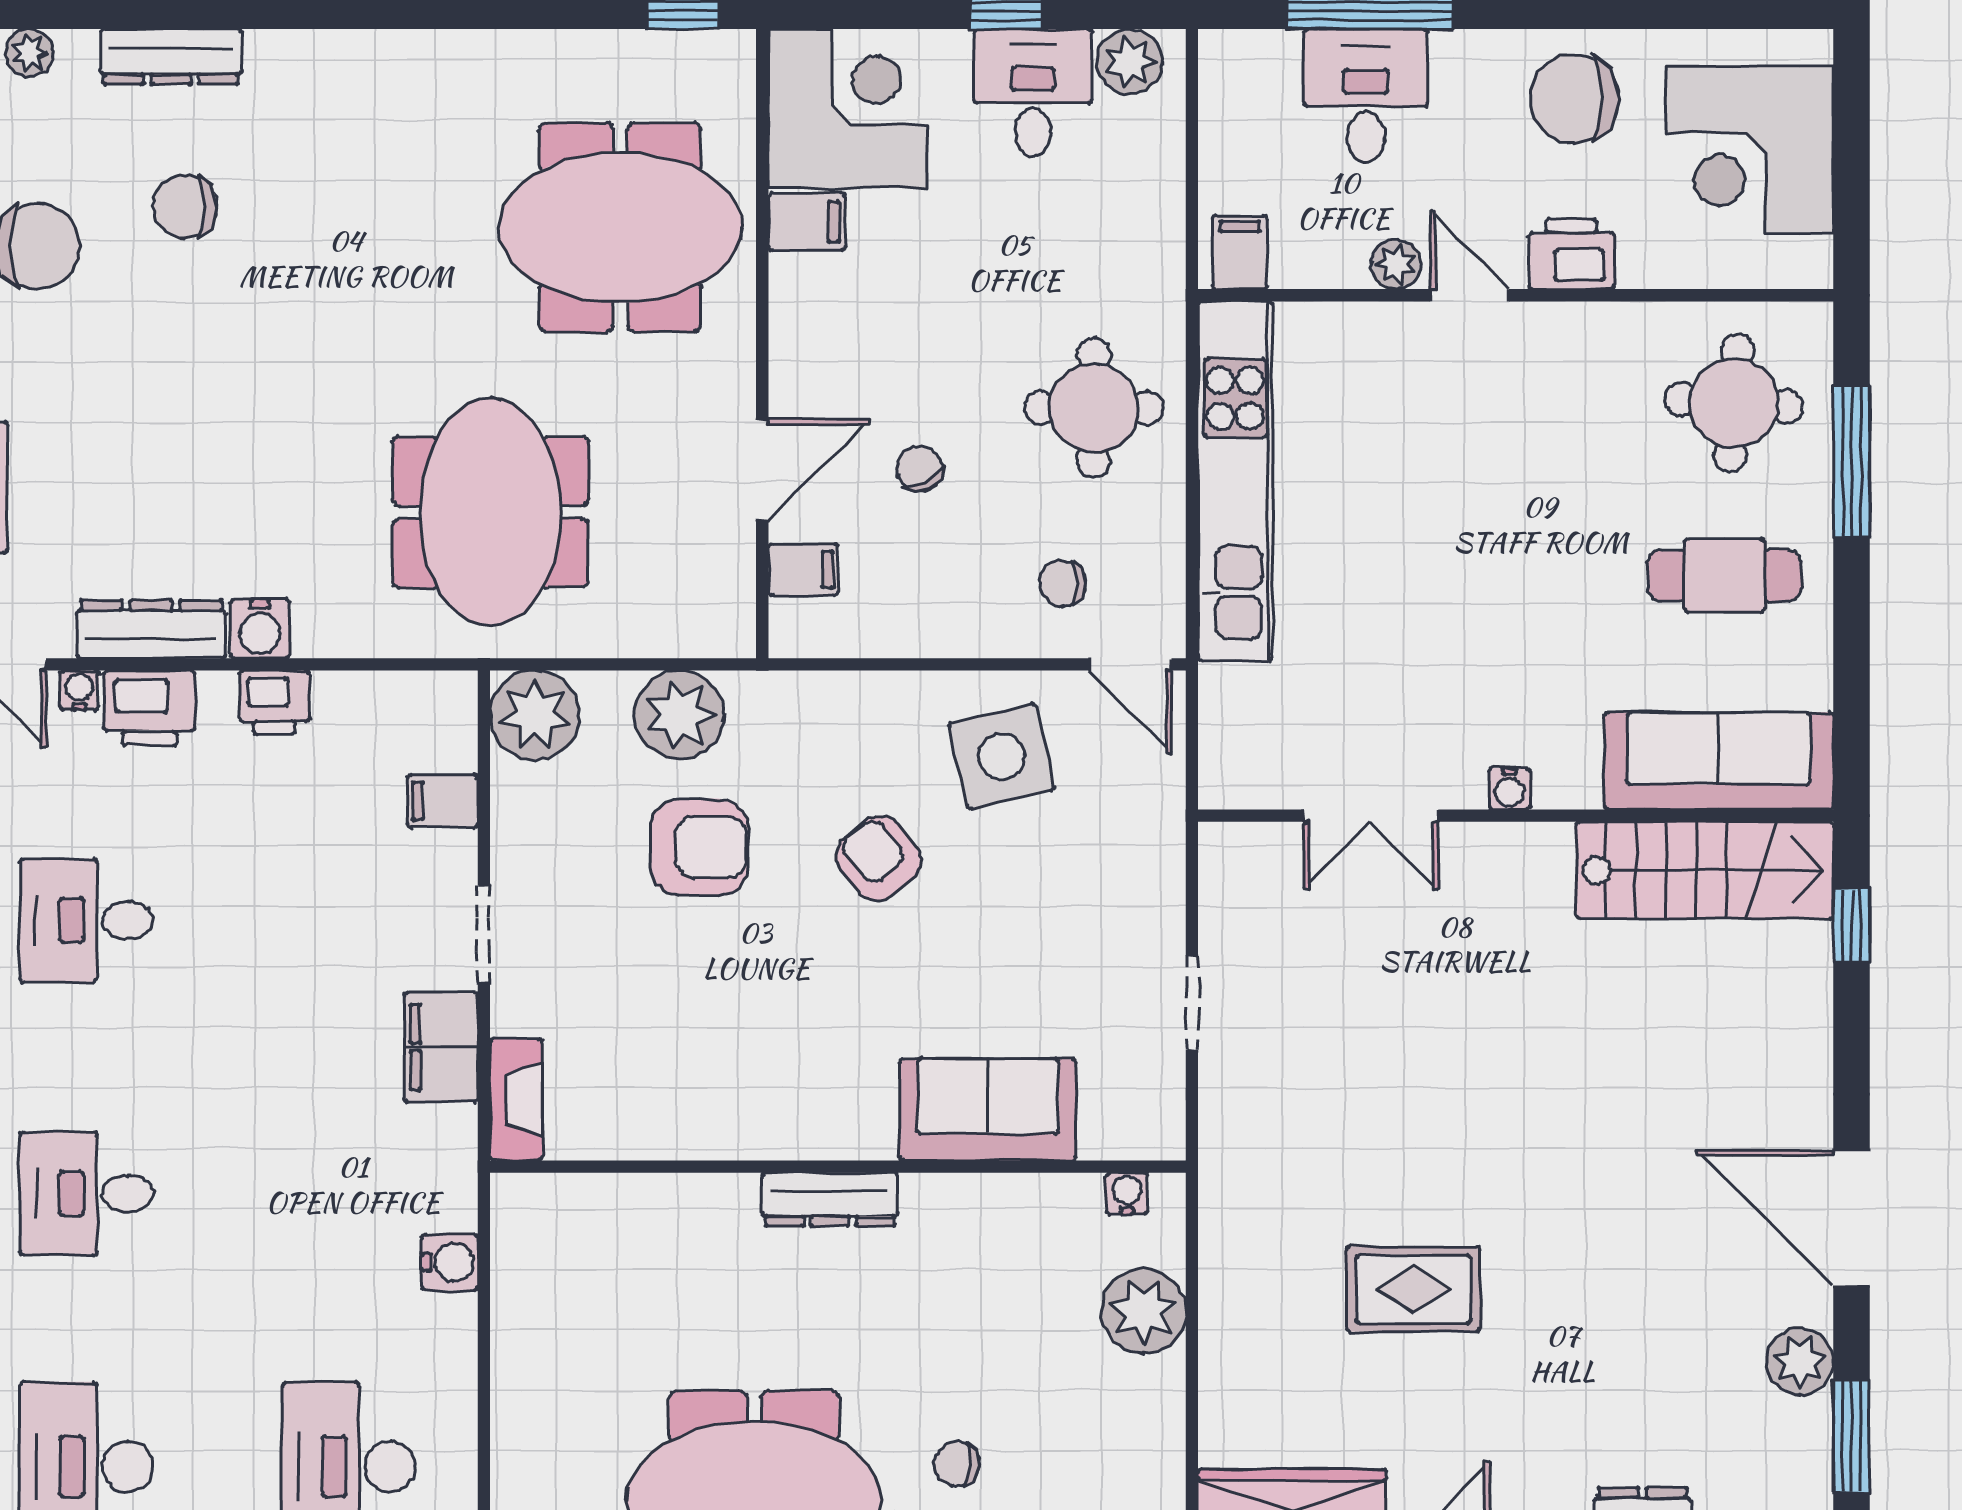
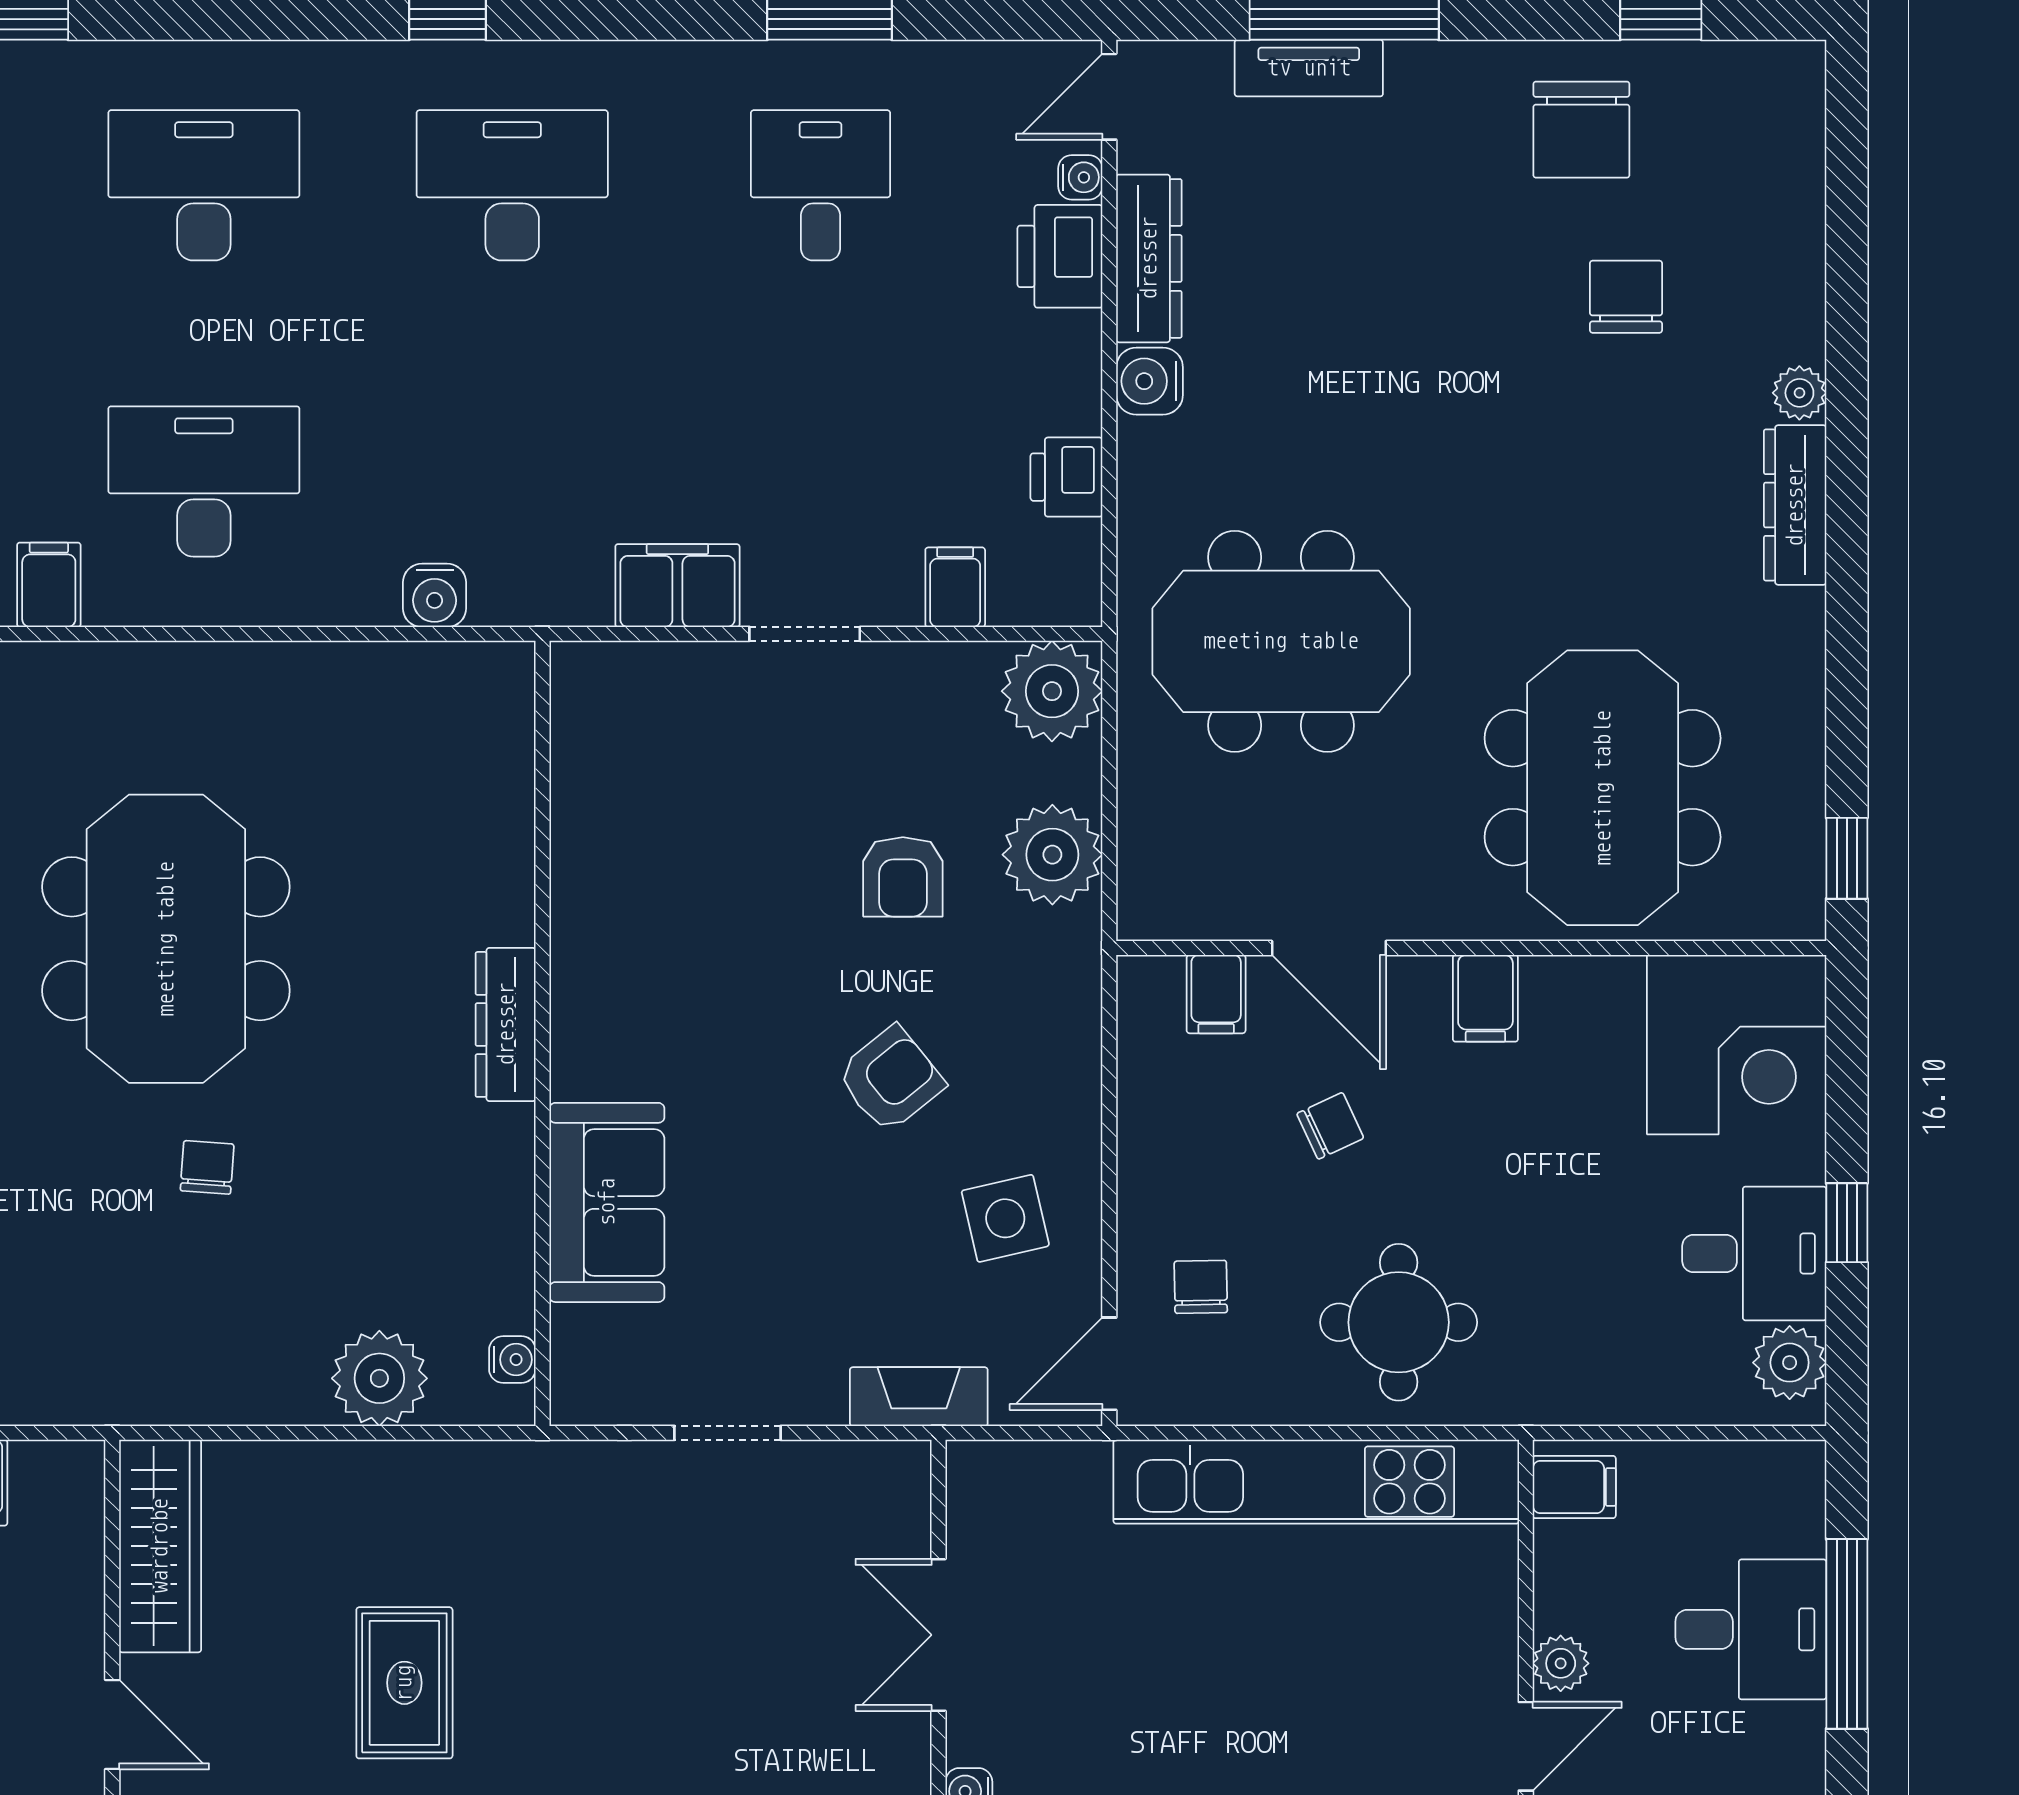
plant: (29, 53) -> (1799, 393), moved
dresser: (171, 57) -> (1795, 505), moved
filing cabinet: (807, 222) -> (1485, 998), moved
printer: (274, 702) -> (1066, 477), moved
side table: (1002, 757) -> (1005, 1218), width x0.73, depth x0.73
armchair: (699, 847) -> (903, 877), width x0.72, depth x0.72
fireplace: (516, 1100) -> (919, 1397), moved, turned 180
desk: (86, 1193) -> (512, 185), width x1.37

